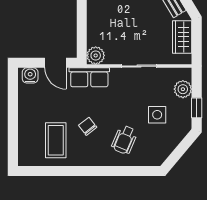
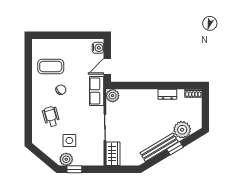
wardrobe: (182, 37) -> (113, 154), moved, turned 90
plant: (183, 89) -> (66, 159), moved
wheelchair: (124, 140) -> (51, 117), turned 51

